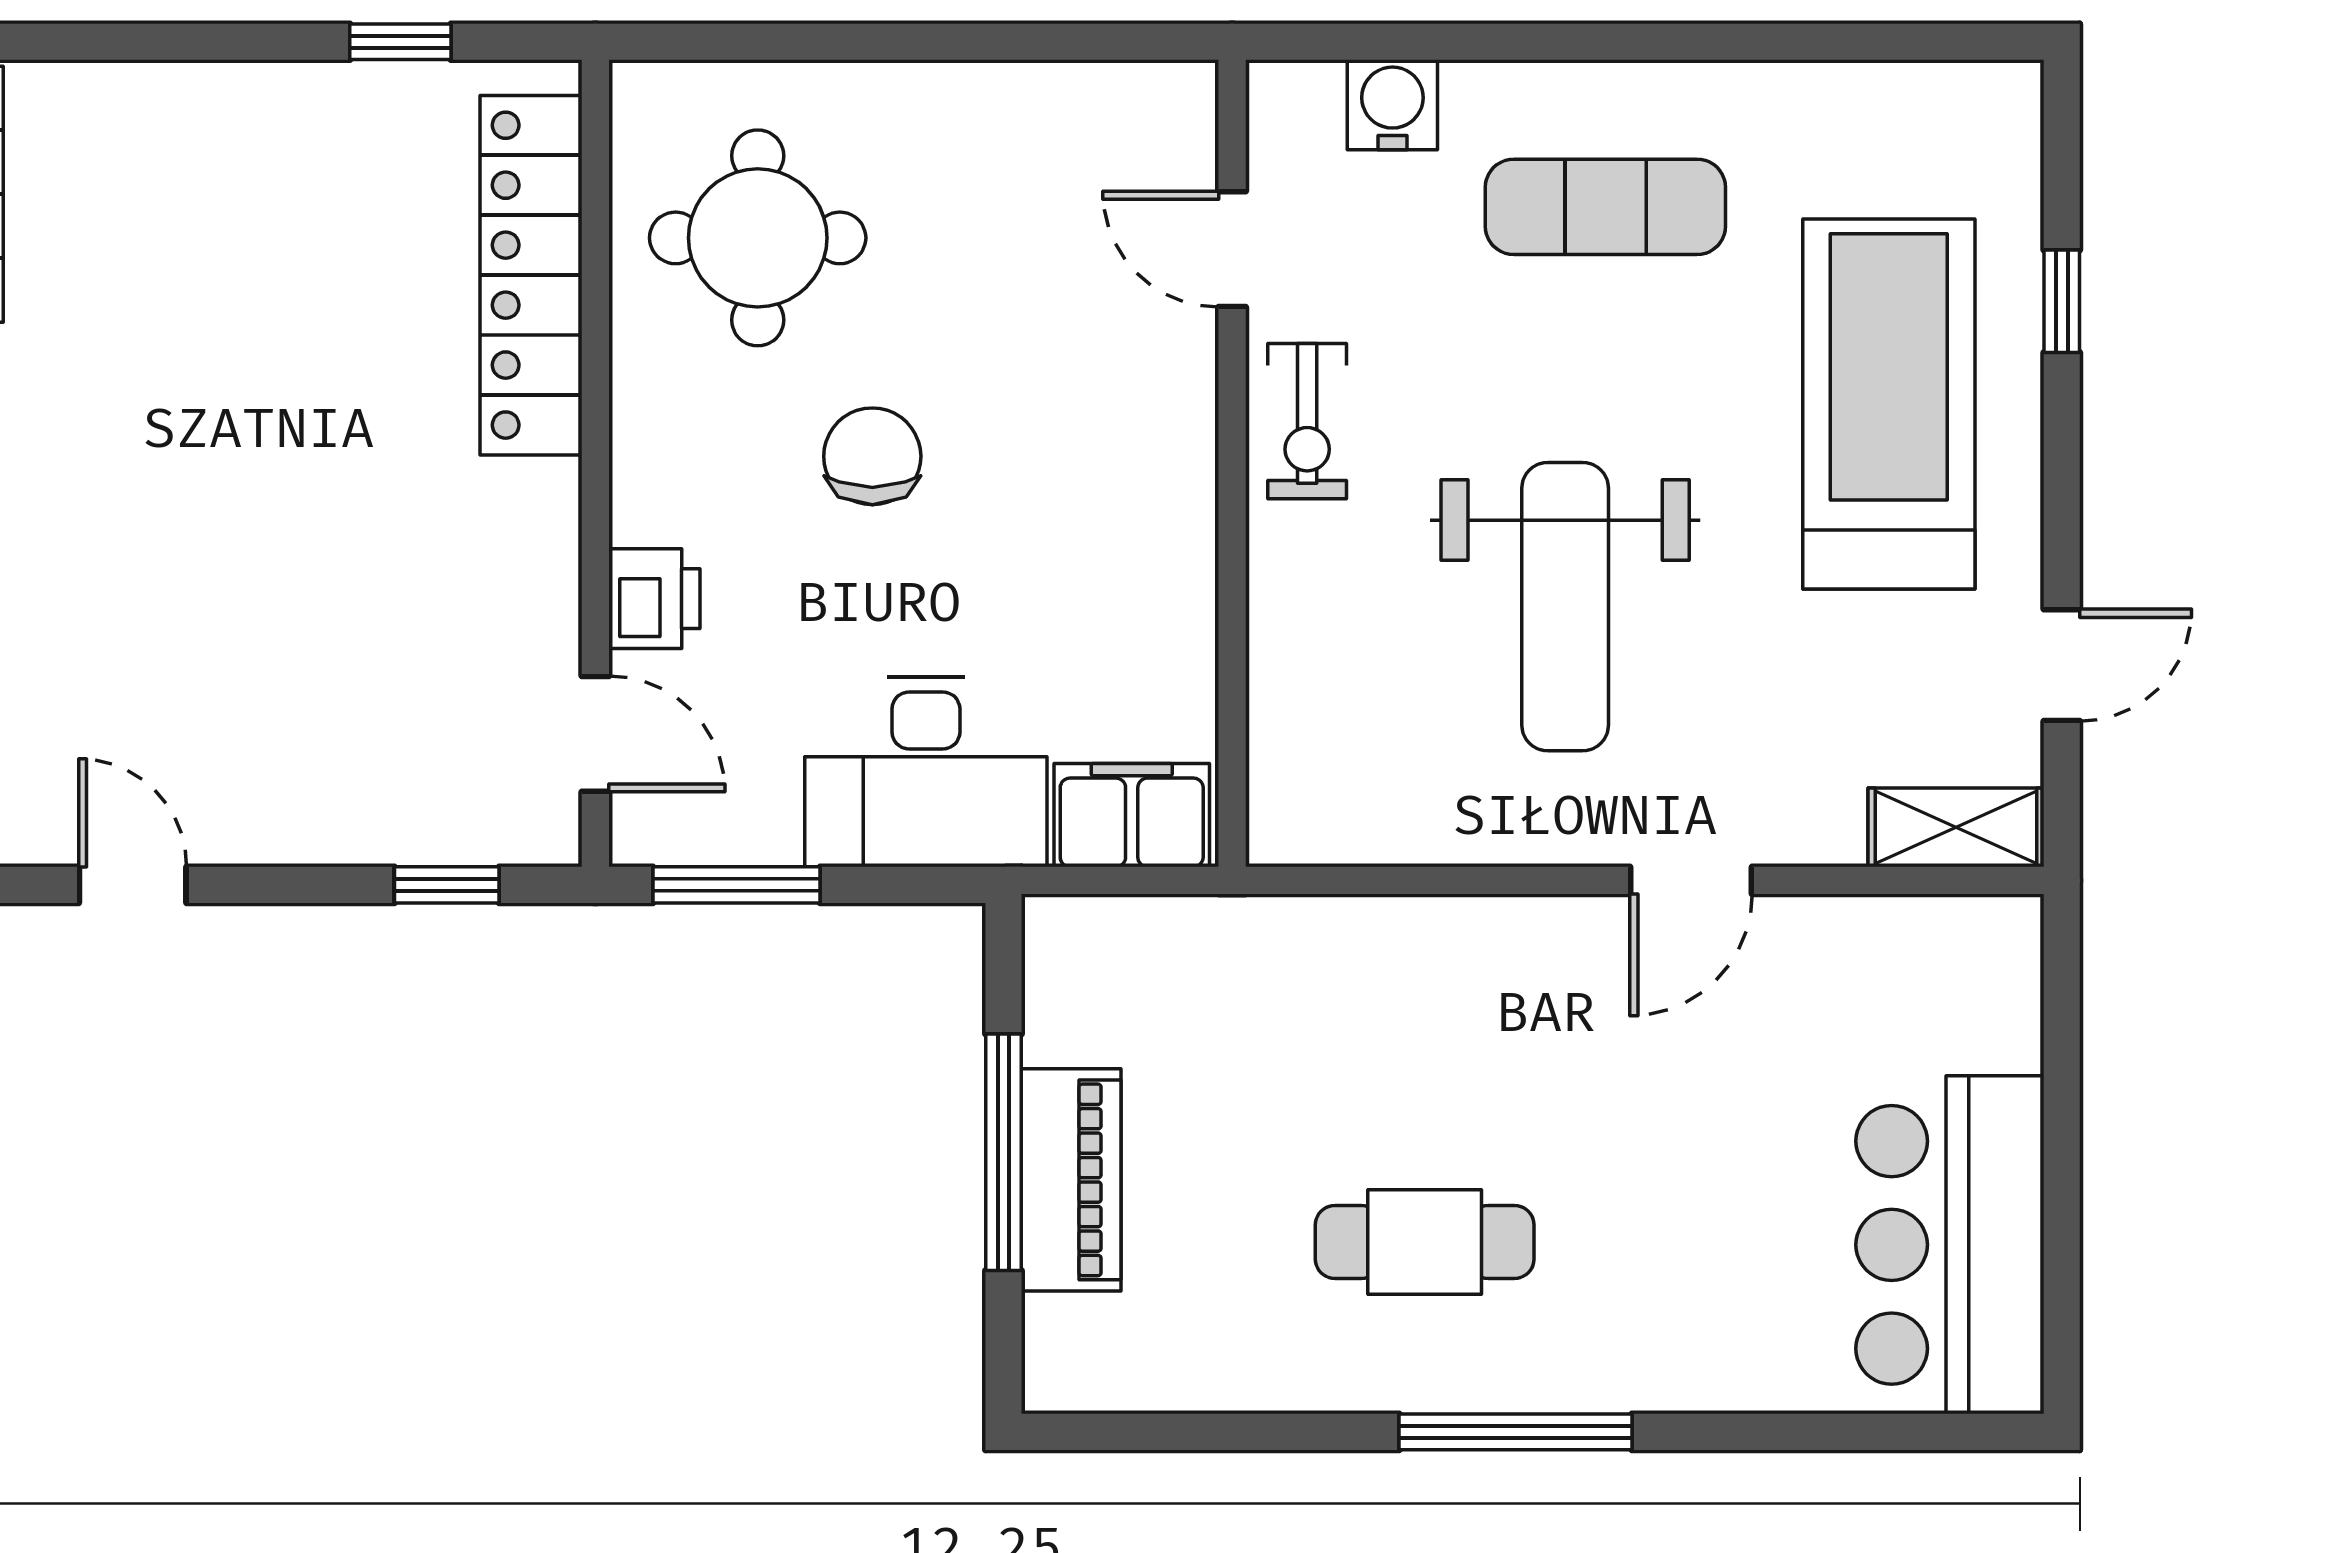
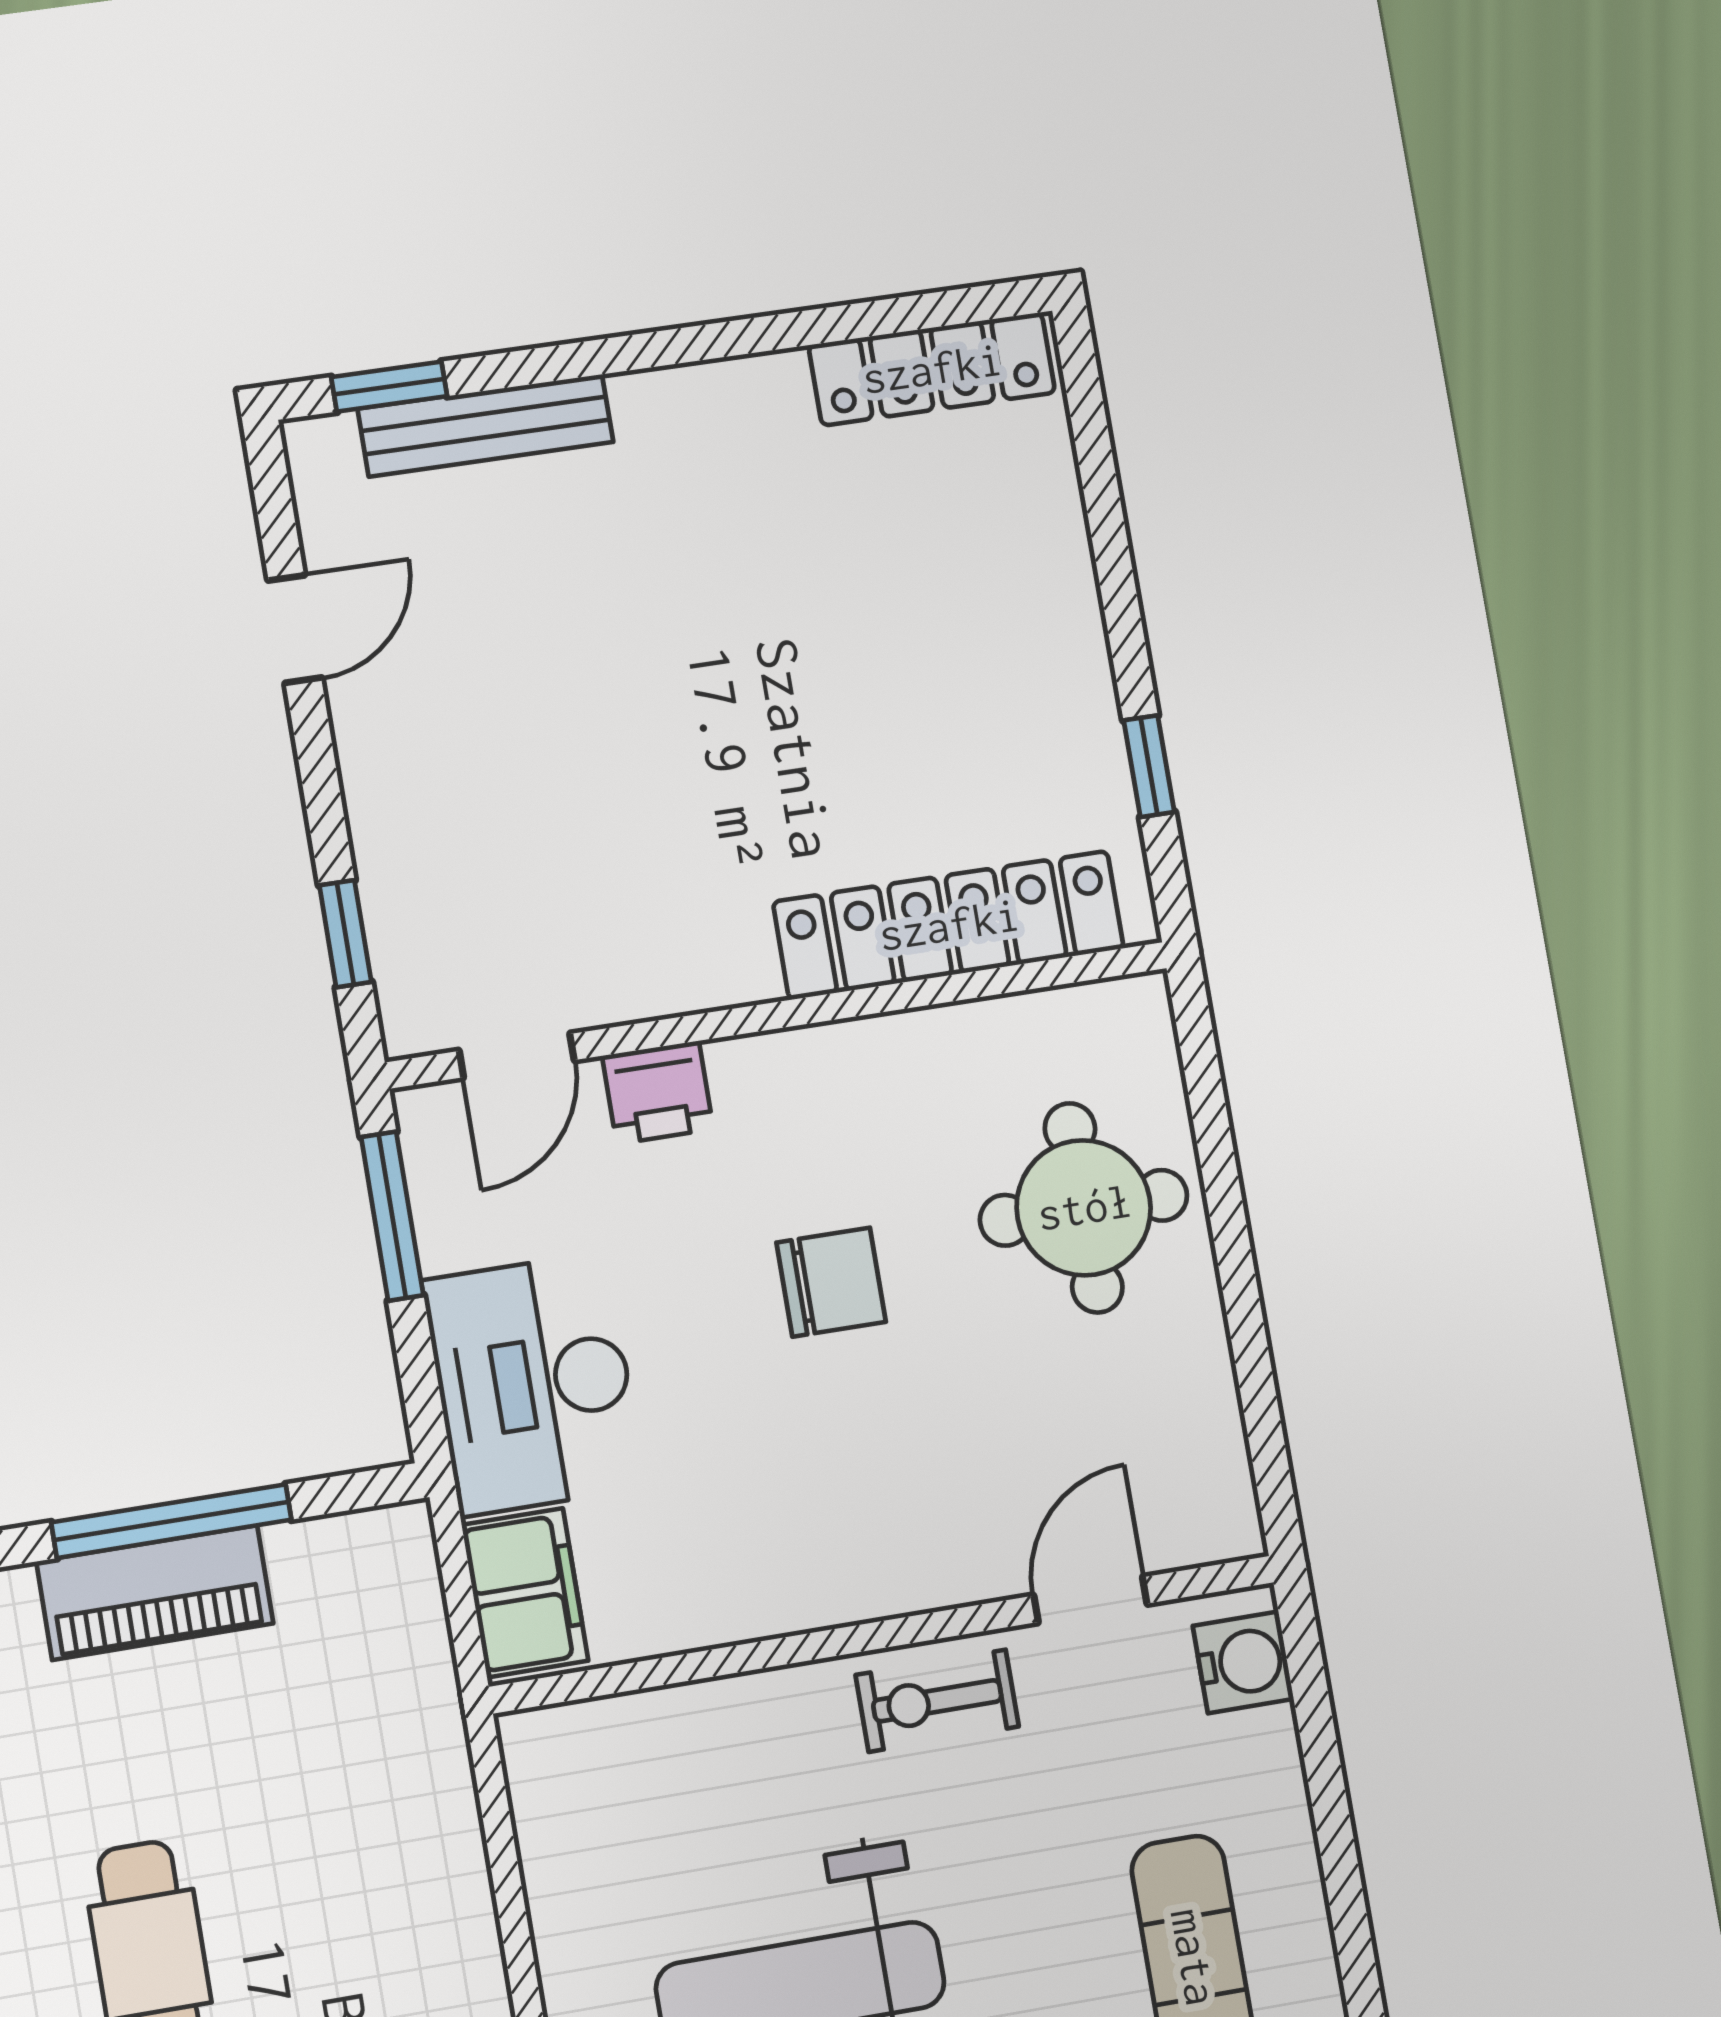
water cooler: (1392, 105) -> (1243, 1662), moved
round table: (758, 238) -> (1084, 1208), moved

